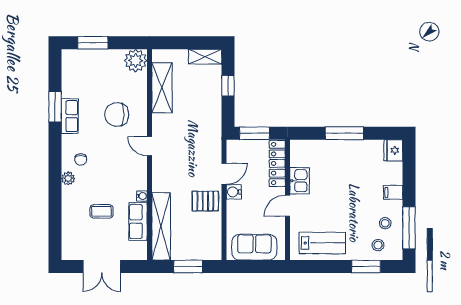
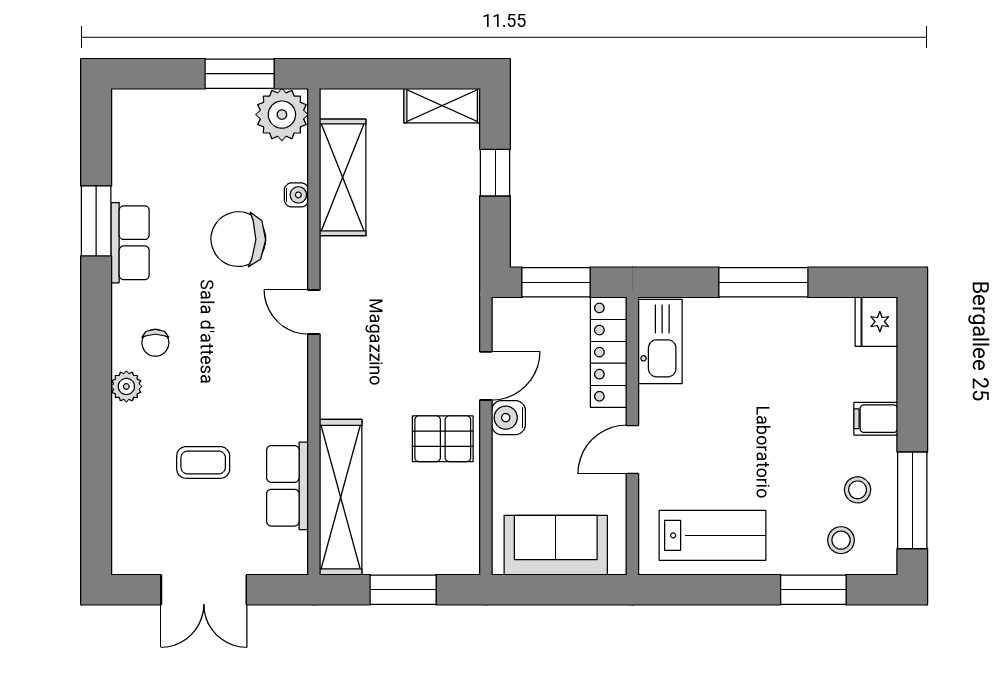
window: (93, 43) -> (240, 74), moved
kitchen sink: (300, 181) -> (660, 342), moved, width x1.38
water cooler: (142, 196) -> (296, 195), moved

